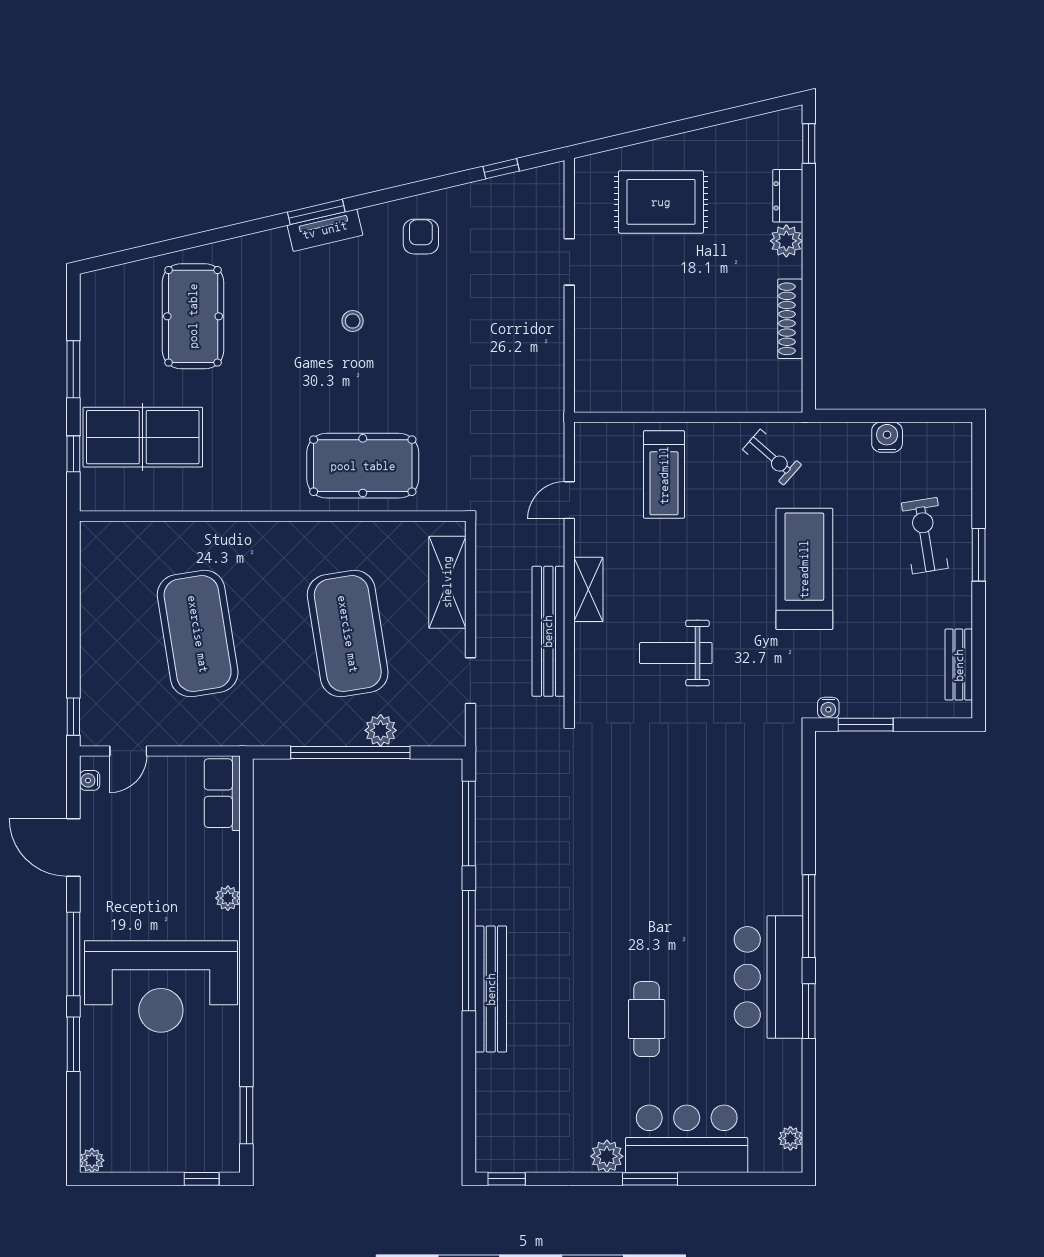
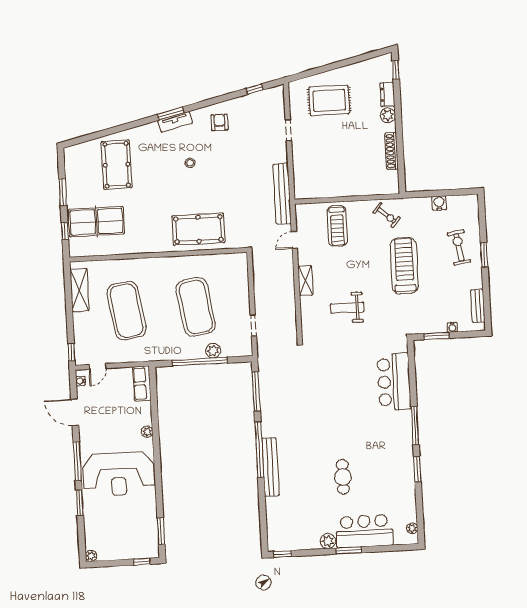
shelving: (447, 582) -> (79, 290), moved
bench: (548, 631) -> (282, 194), moved
water cooler: (828, 708) -> (452, 327), moved
bar counter: (768, 977) -> (394, 382), moved

